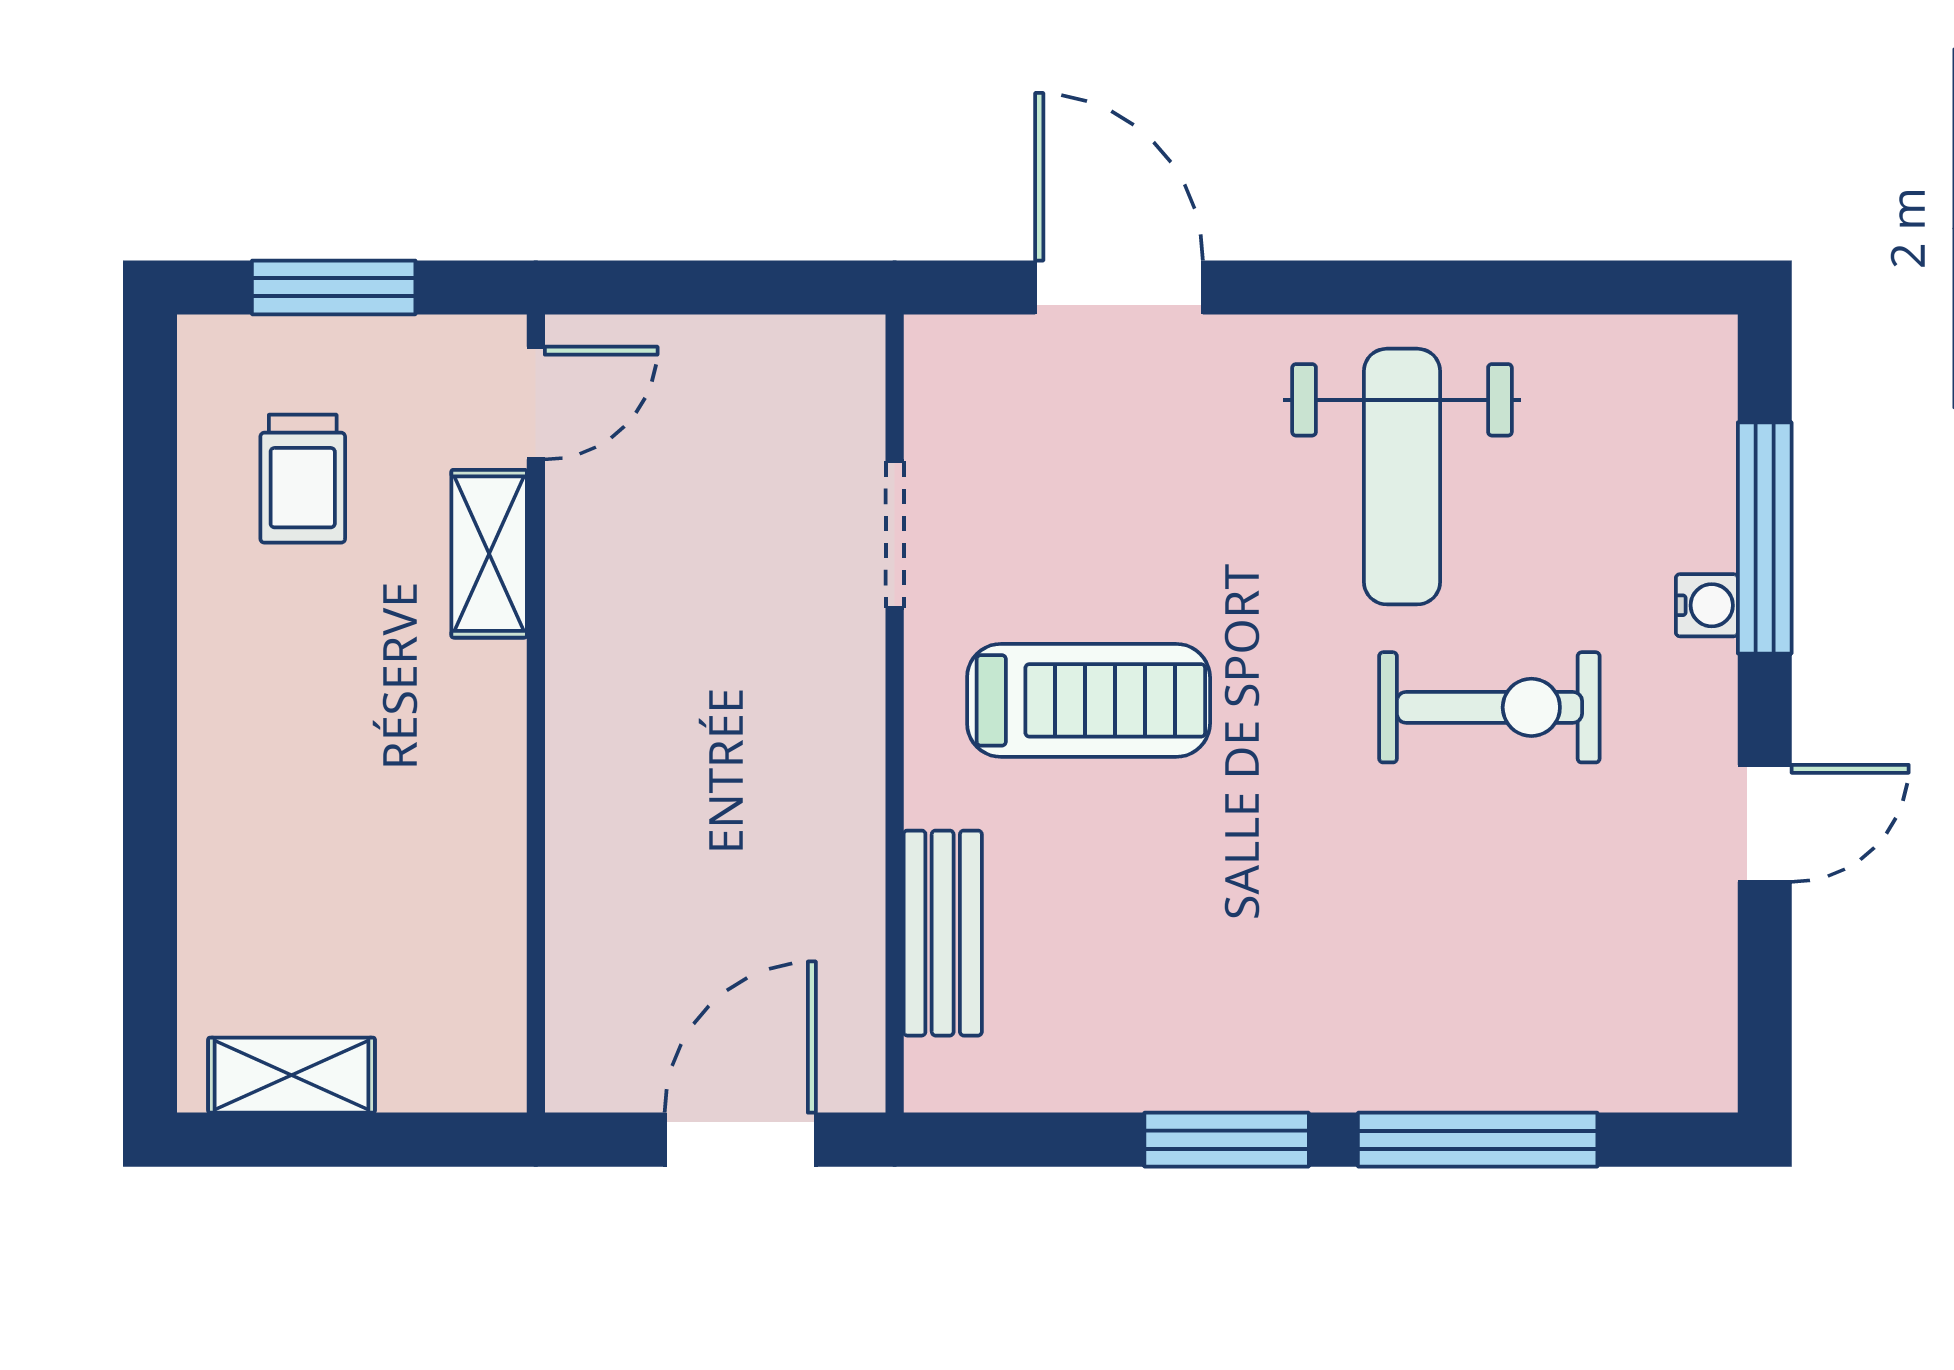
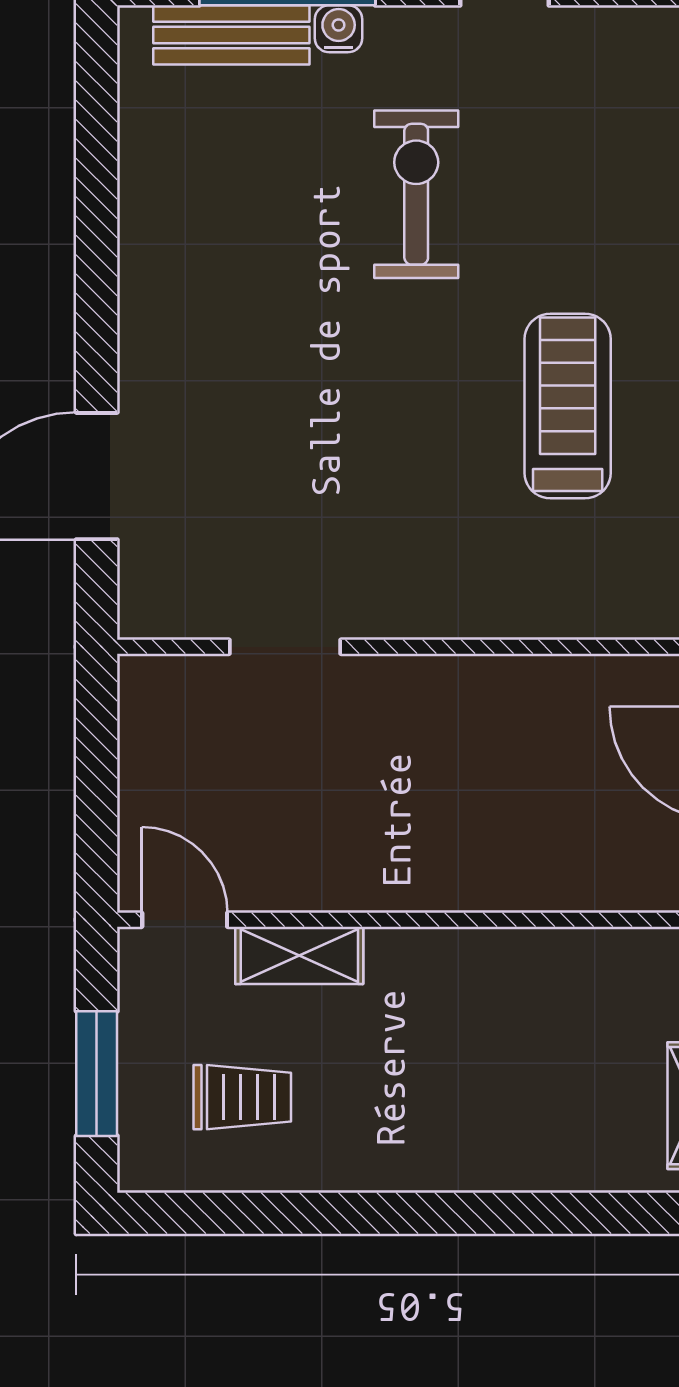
weight bench: (1402, 477) -> (241, 261), removed
treadmill: (1089, 700) -> (568, 406), moved
bench: (943, 933) -> (231, 35), moved

